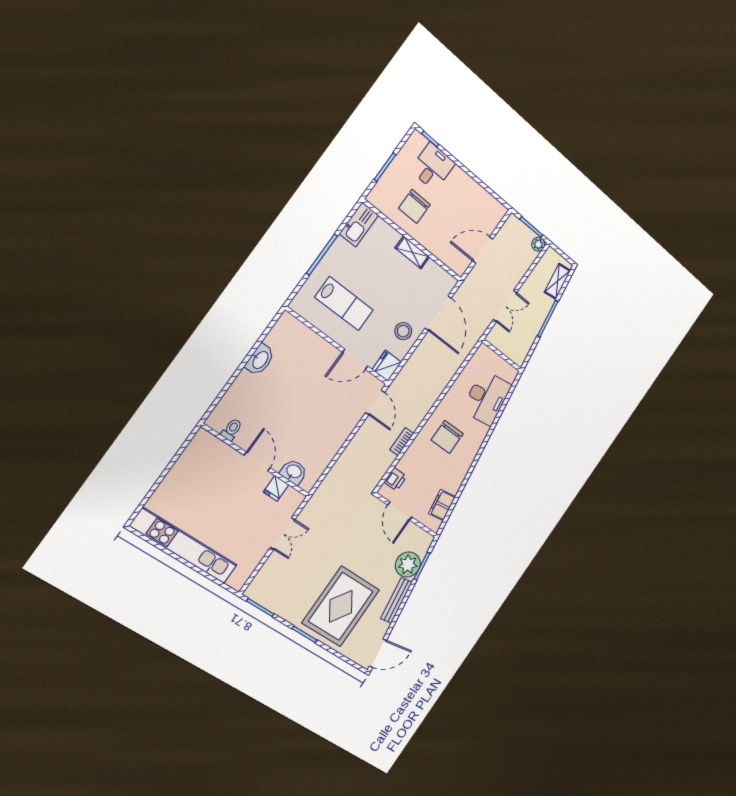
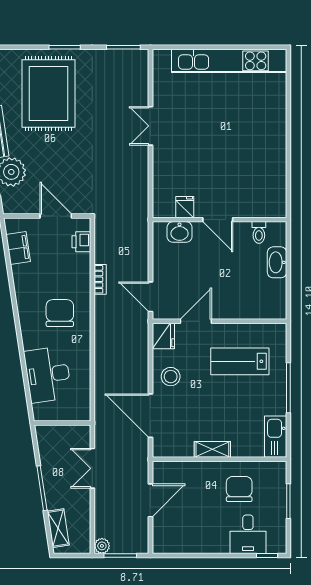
toilet: (232, 429) -> (259, 232), moved
wall: (256, 461) -> (219, 220), moved
door: (257, 462) -> (218, 220), moved
washbasin: (294, 472) -> (180, 232), moved
fridge: (276, 488) -> (185, 207), moved

